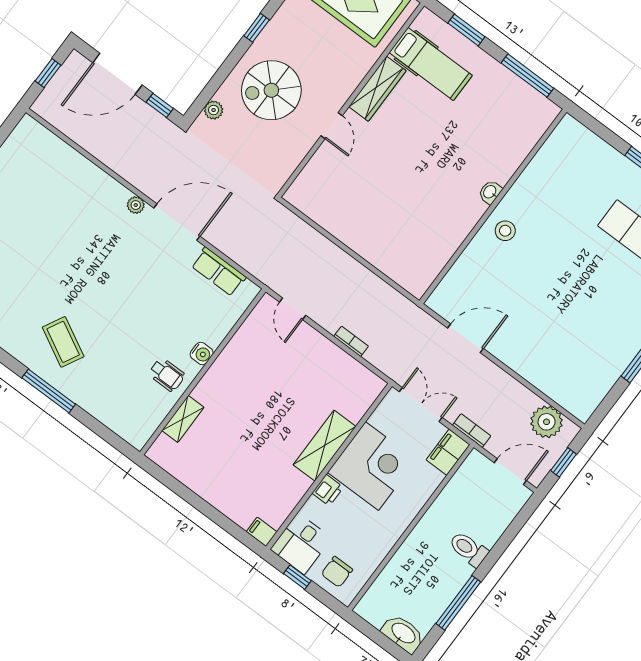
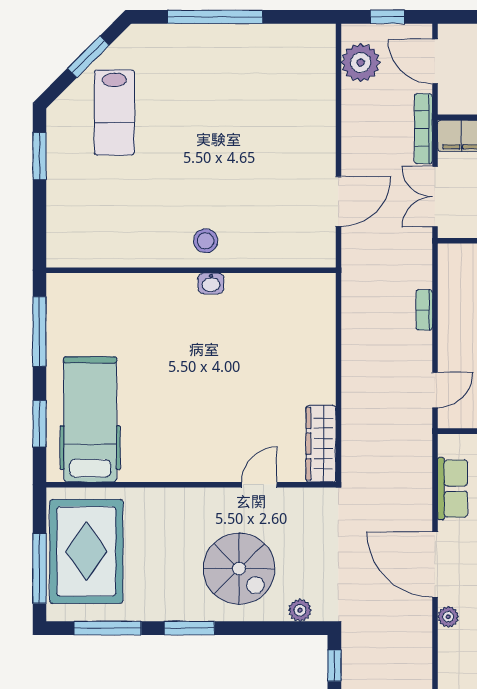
window: (257, 28) -> (189, 628), width x1.50
hospital bed: (431, 64) -> (90, 419), width x1.37, depth x1.29
wardrobe: (377, 89) -> (321, 444), moved, turned -90
door: (332, 126) -> (259, 485), moved
washbasin: (490, 192) -> (211, 283), moved
door: (465, 338) -> (338, 201), swing flipped
bookcase: (472, 431) -> (423, 129), width x1.56

